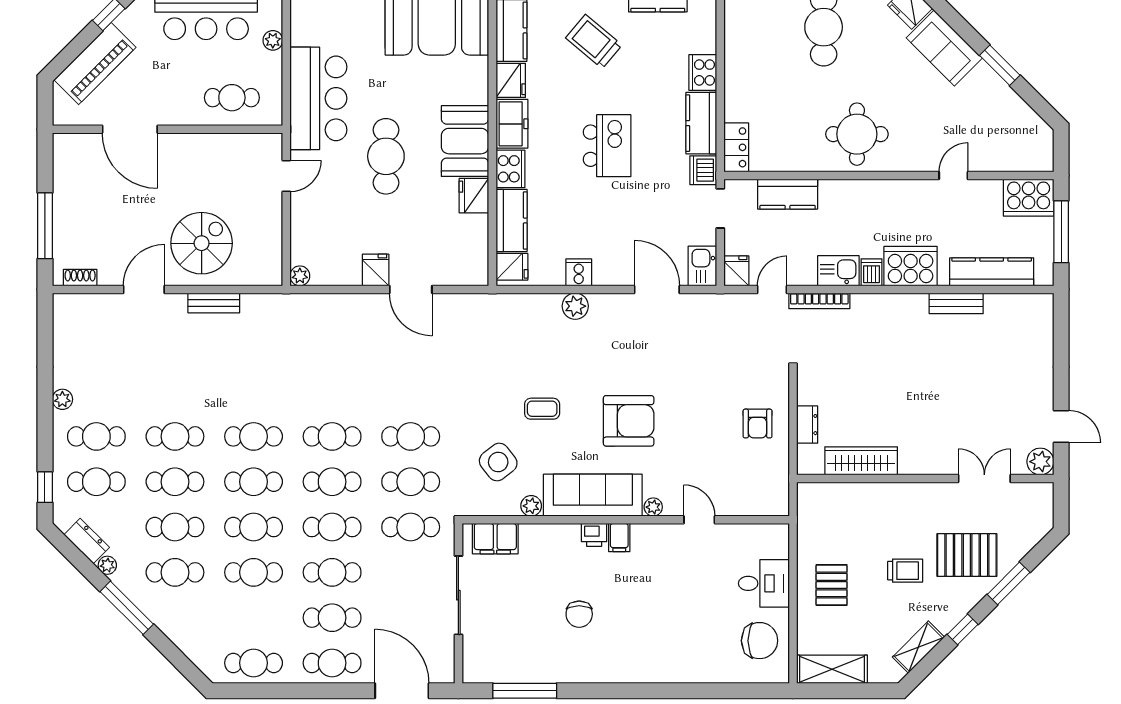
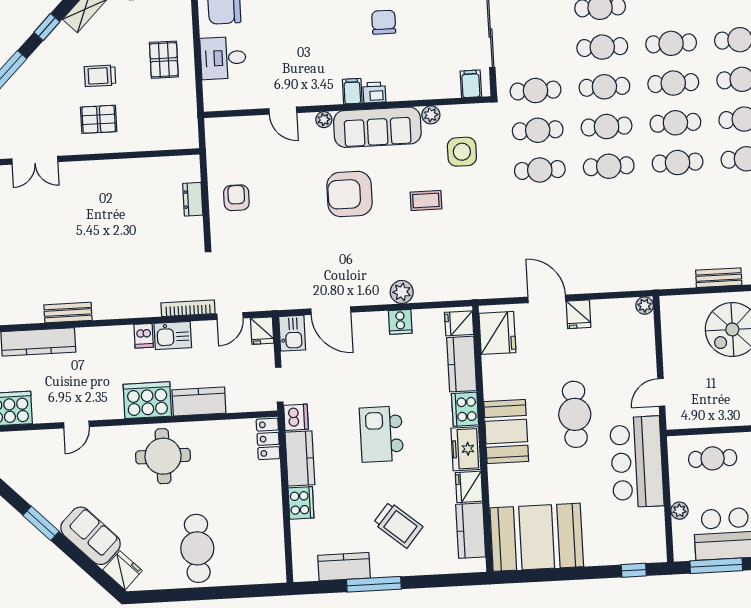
kitchen counter: (788, 194) -> (199, 402), moved
fridge: (474, 196) -> (497, 333), moved, width x1.36, depth x1.34
cooker: (911, 266) -> (147, 400), moved, turned 180
wardrobe: (861, 461) -> (144, 170), removed
side table: (498, 462) -> (462, 152), turned 38
filing cabinet: (495, 539) -> (471, 84), width x0.50
pallet: (967, 555) -> (99, 119), moved, width x0.67, depth x0.71

